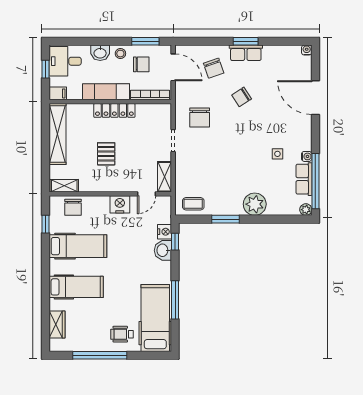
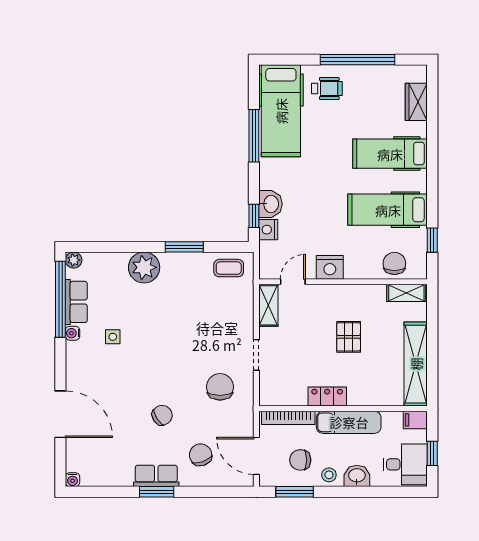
locker: (114, 110) -> (327, 397), width x0.66

